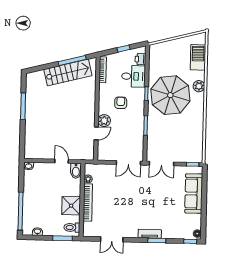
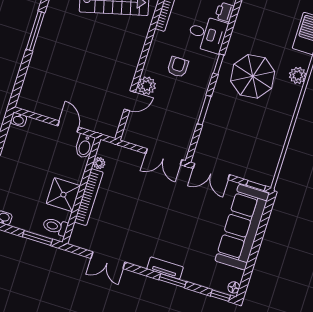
parasol: (170, 95) -> (253, 76), width x0.73, depth x0.73
sofa: (194, 194) -> (242, 227), width x1.36, depth x1.27

